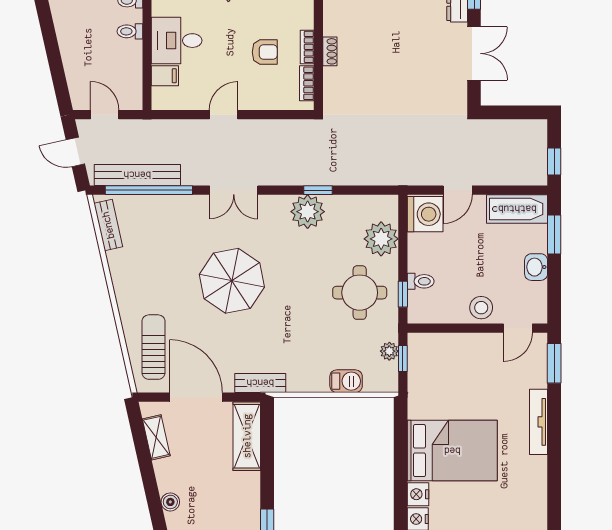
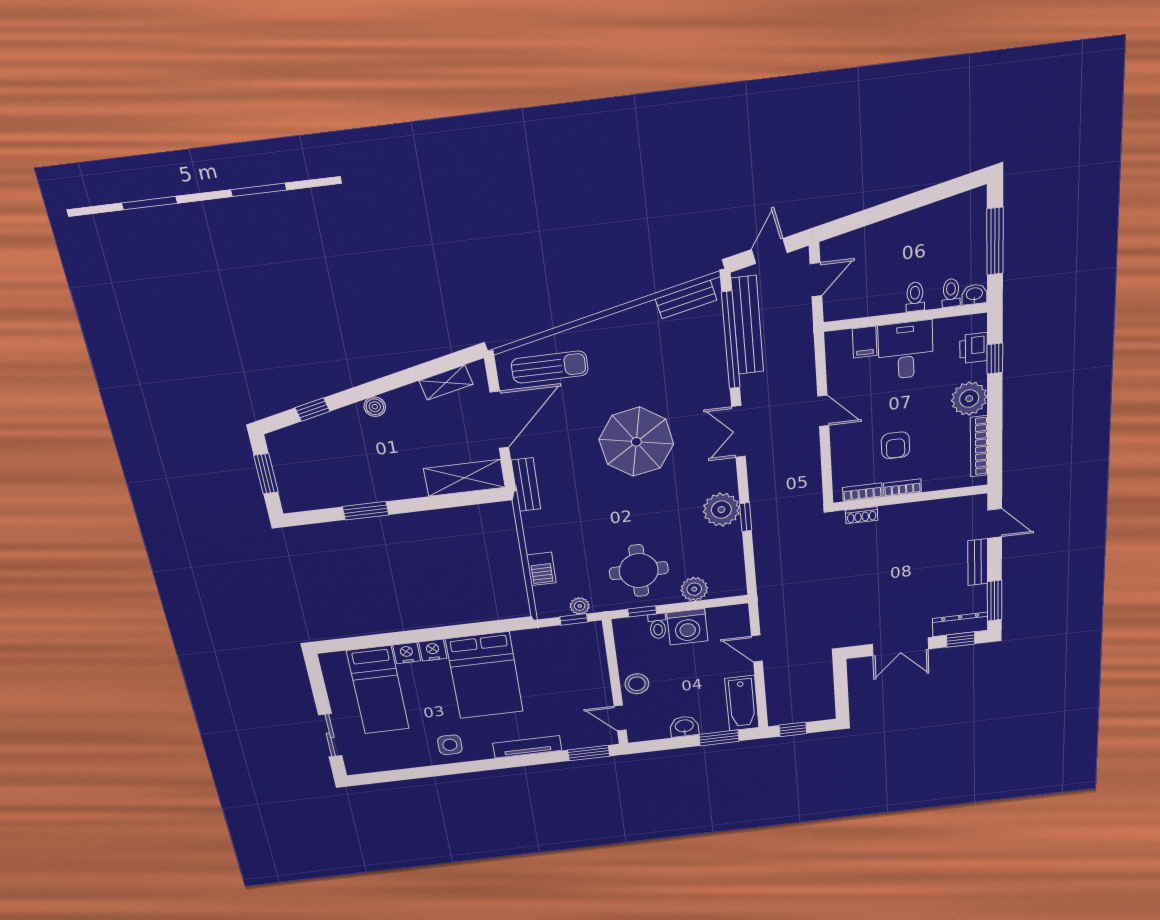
shoe rack: (330, 51) -> (862, 515), moved
washing machine: (425, 214) -> (687, 627), moved
plant: (381, 239) -> (694, 589), width x0.73, depth x0.73
side table: (526, 496) -> (450, 745), added

